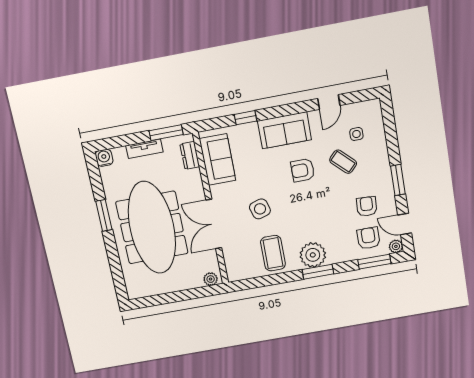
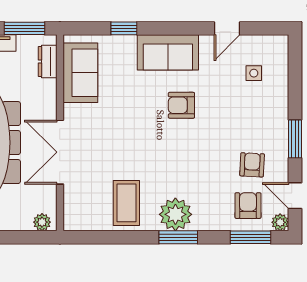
coffee table: (343, 162) -> (232, 104), removed
side table: (260, 209) -> (121, 144), removed

